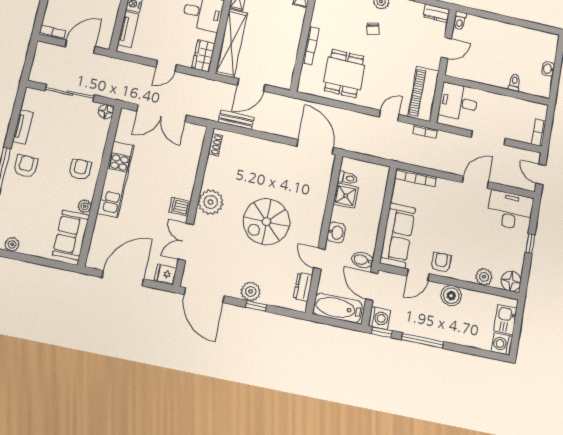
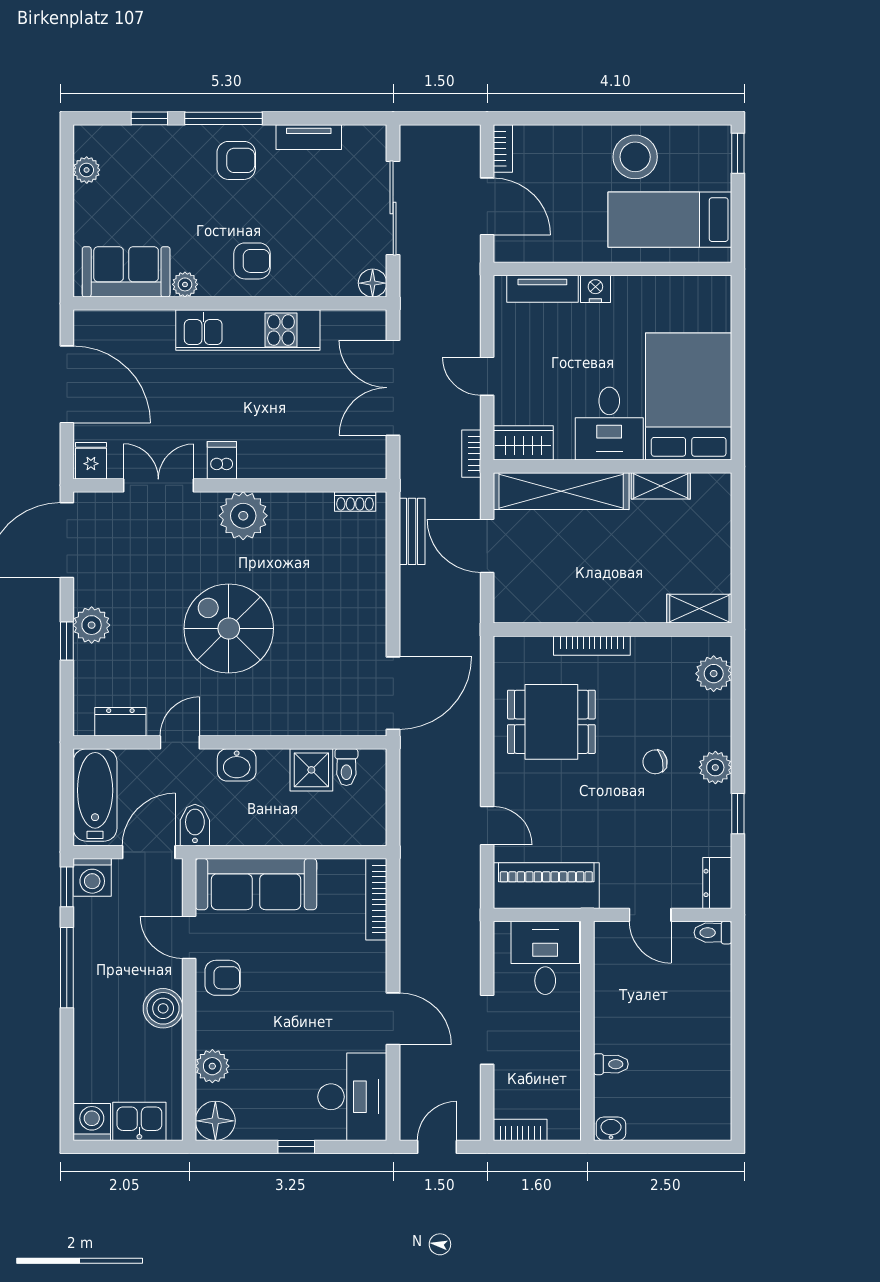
washbasin: (548, 69) -> (611, 1129), moved
bookcase: (425, 132) -> (471, 454), moved

